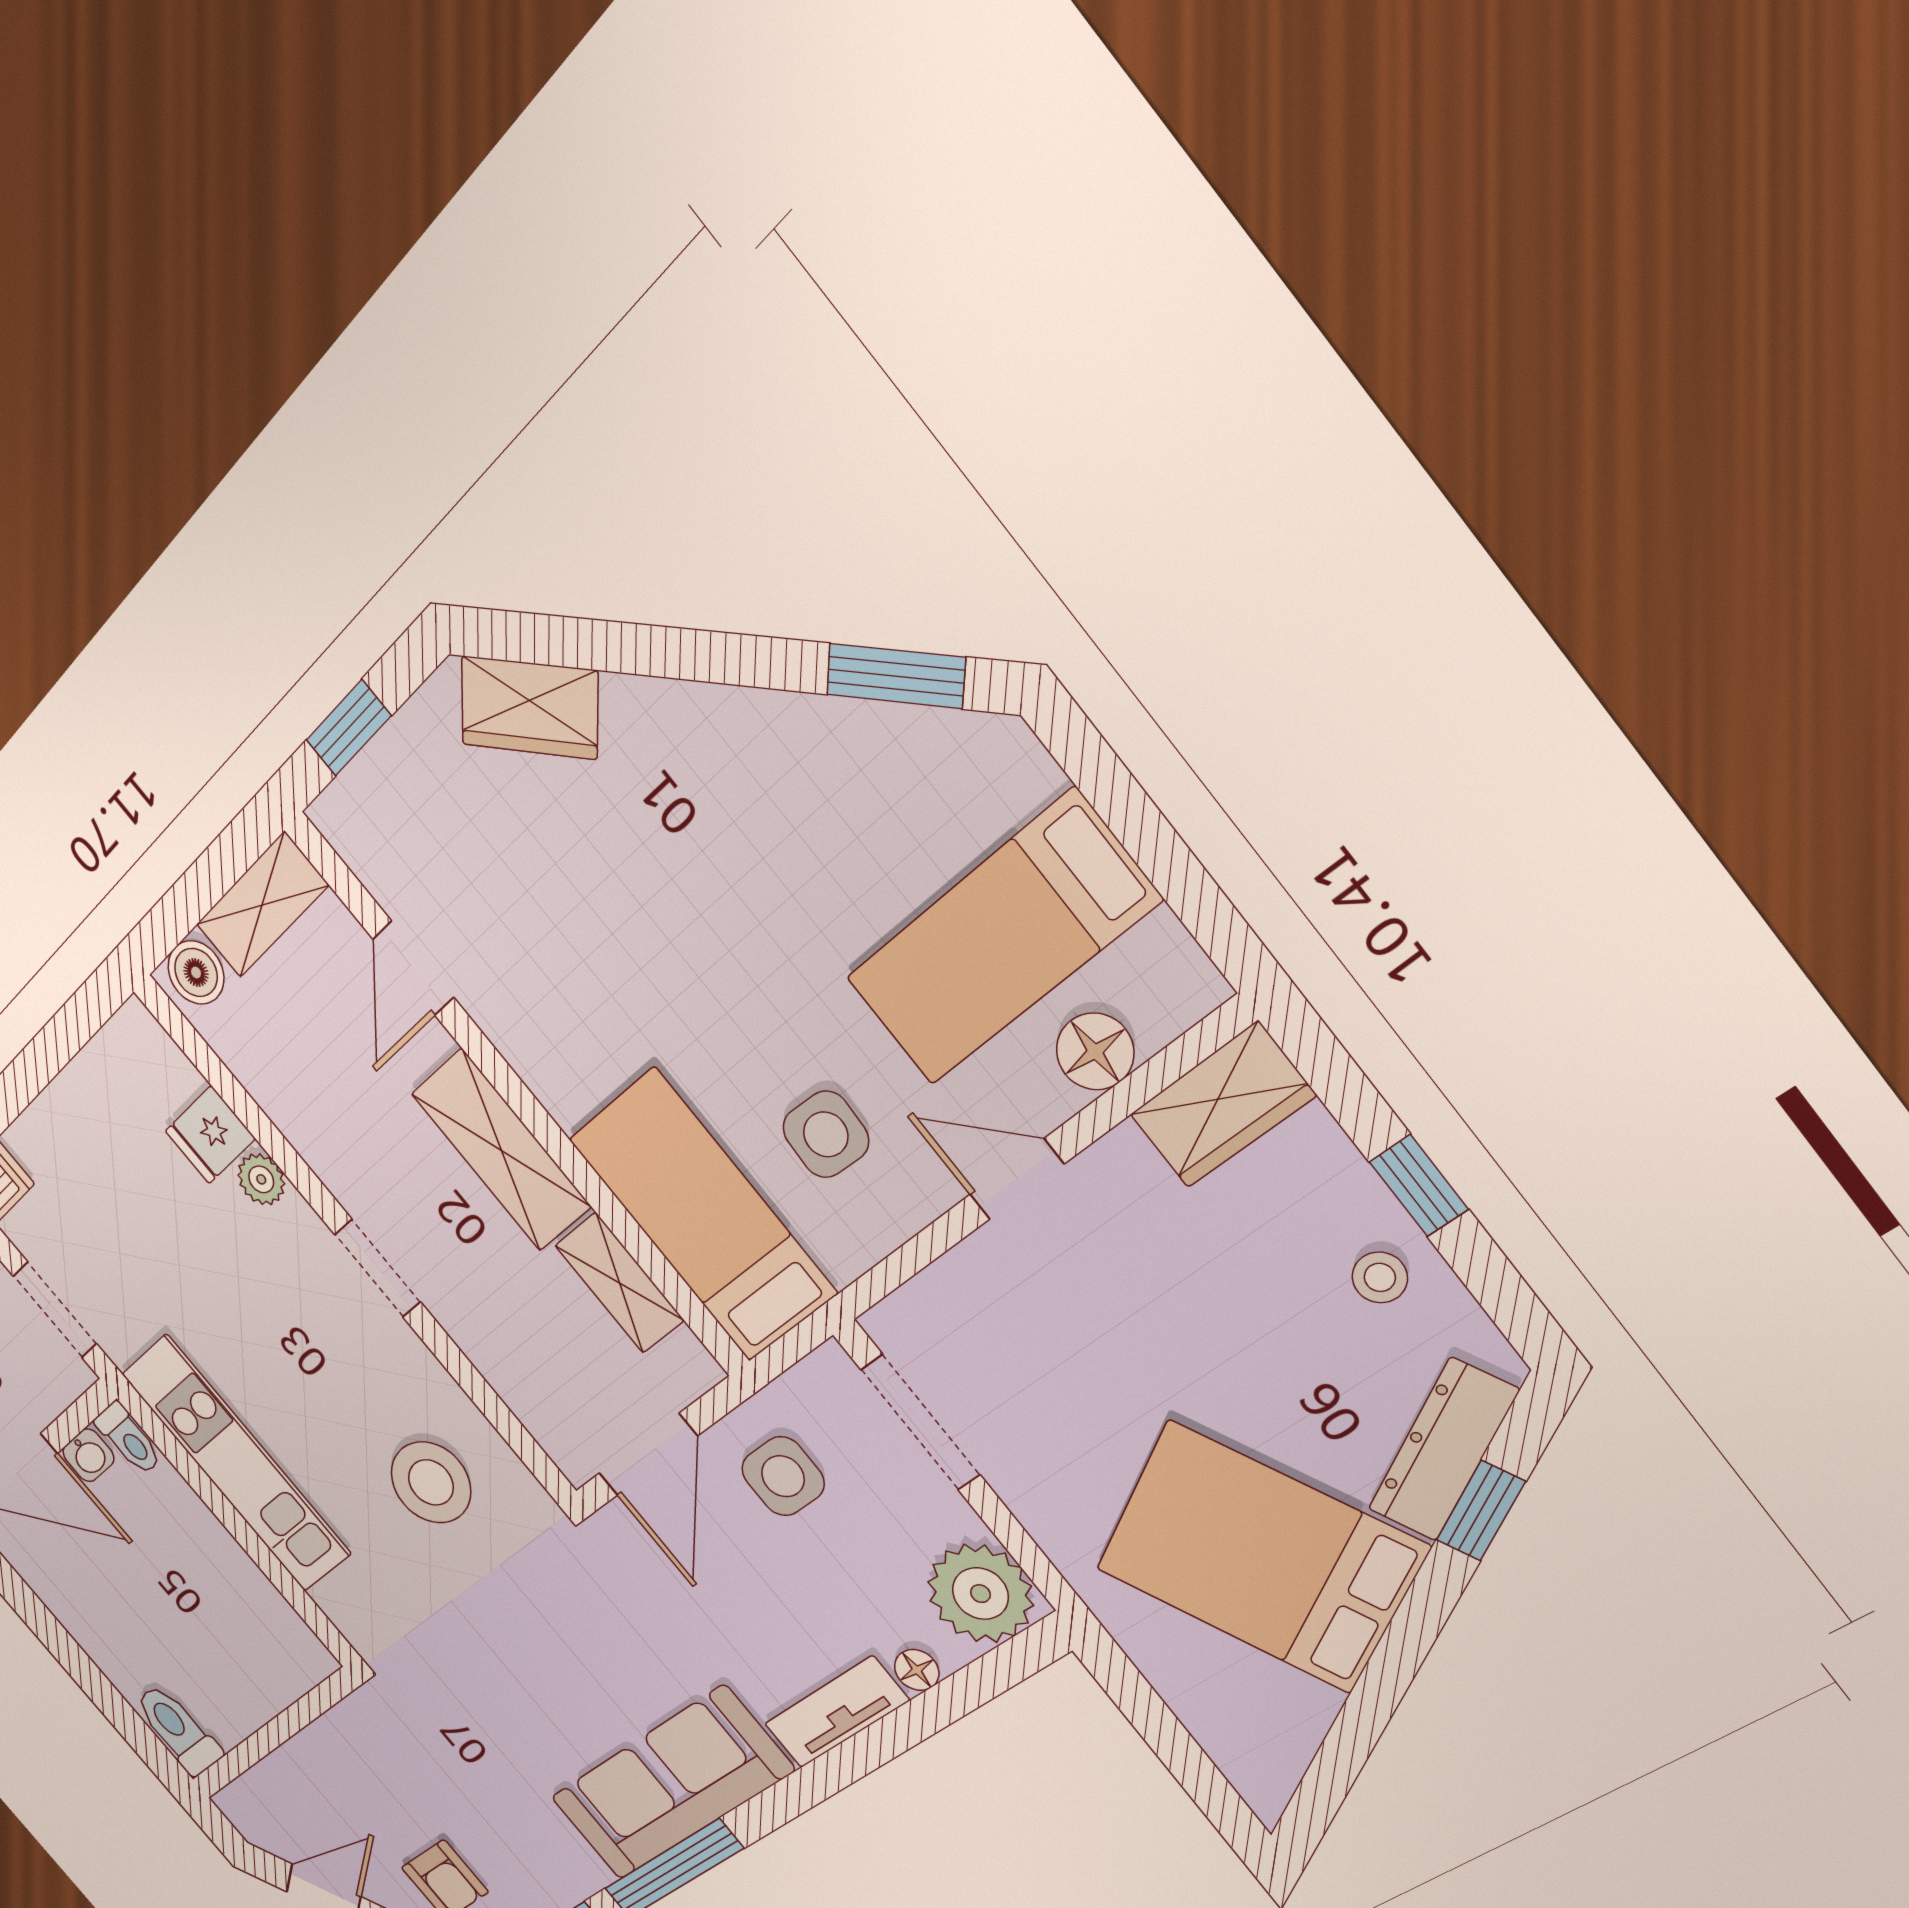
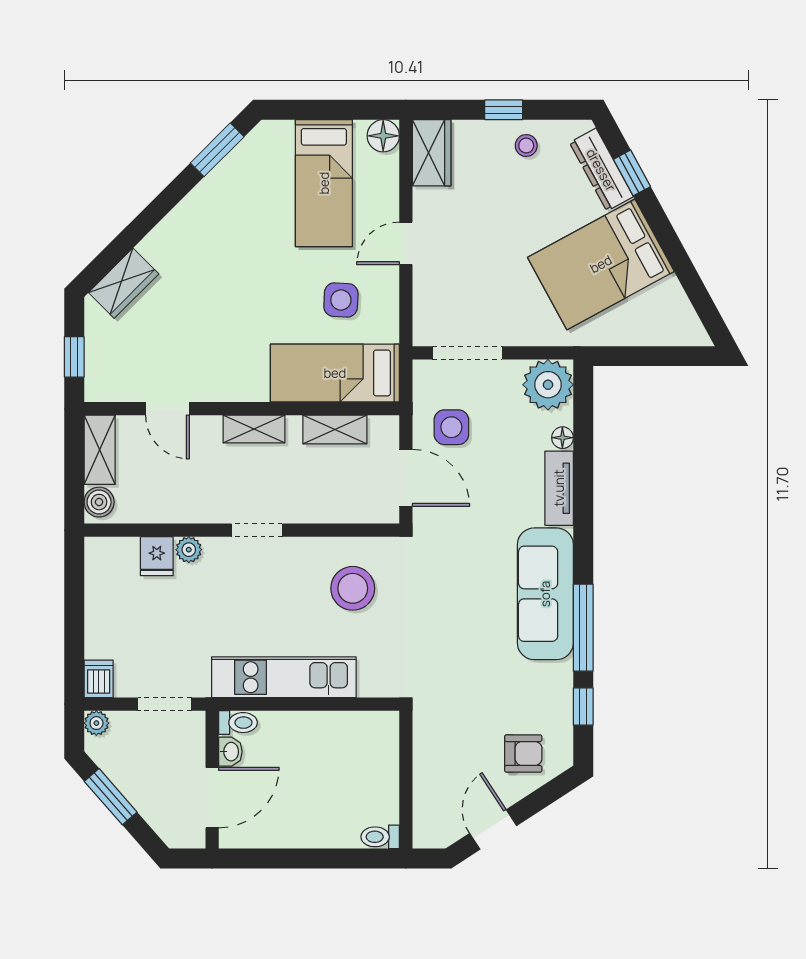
floor lamp: (1095, 1052) -> (383, 136), moved
shelving: (501, 1150) -> (254, 429), width x0.67, depth x0.75
toilet: (178, 1730) -> (380, 837), width x0.73, depth x0.72

